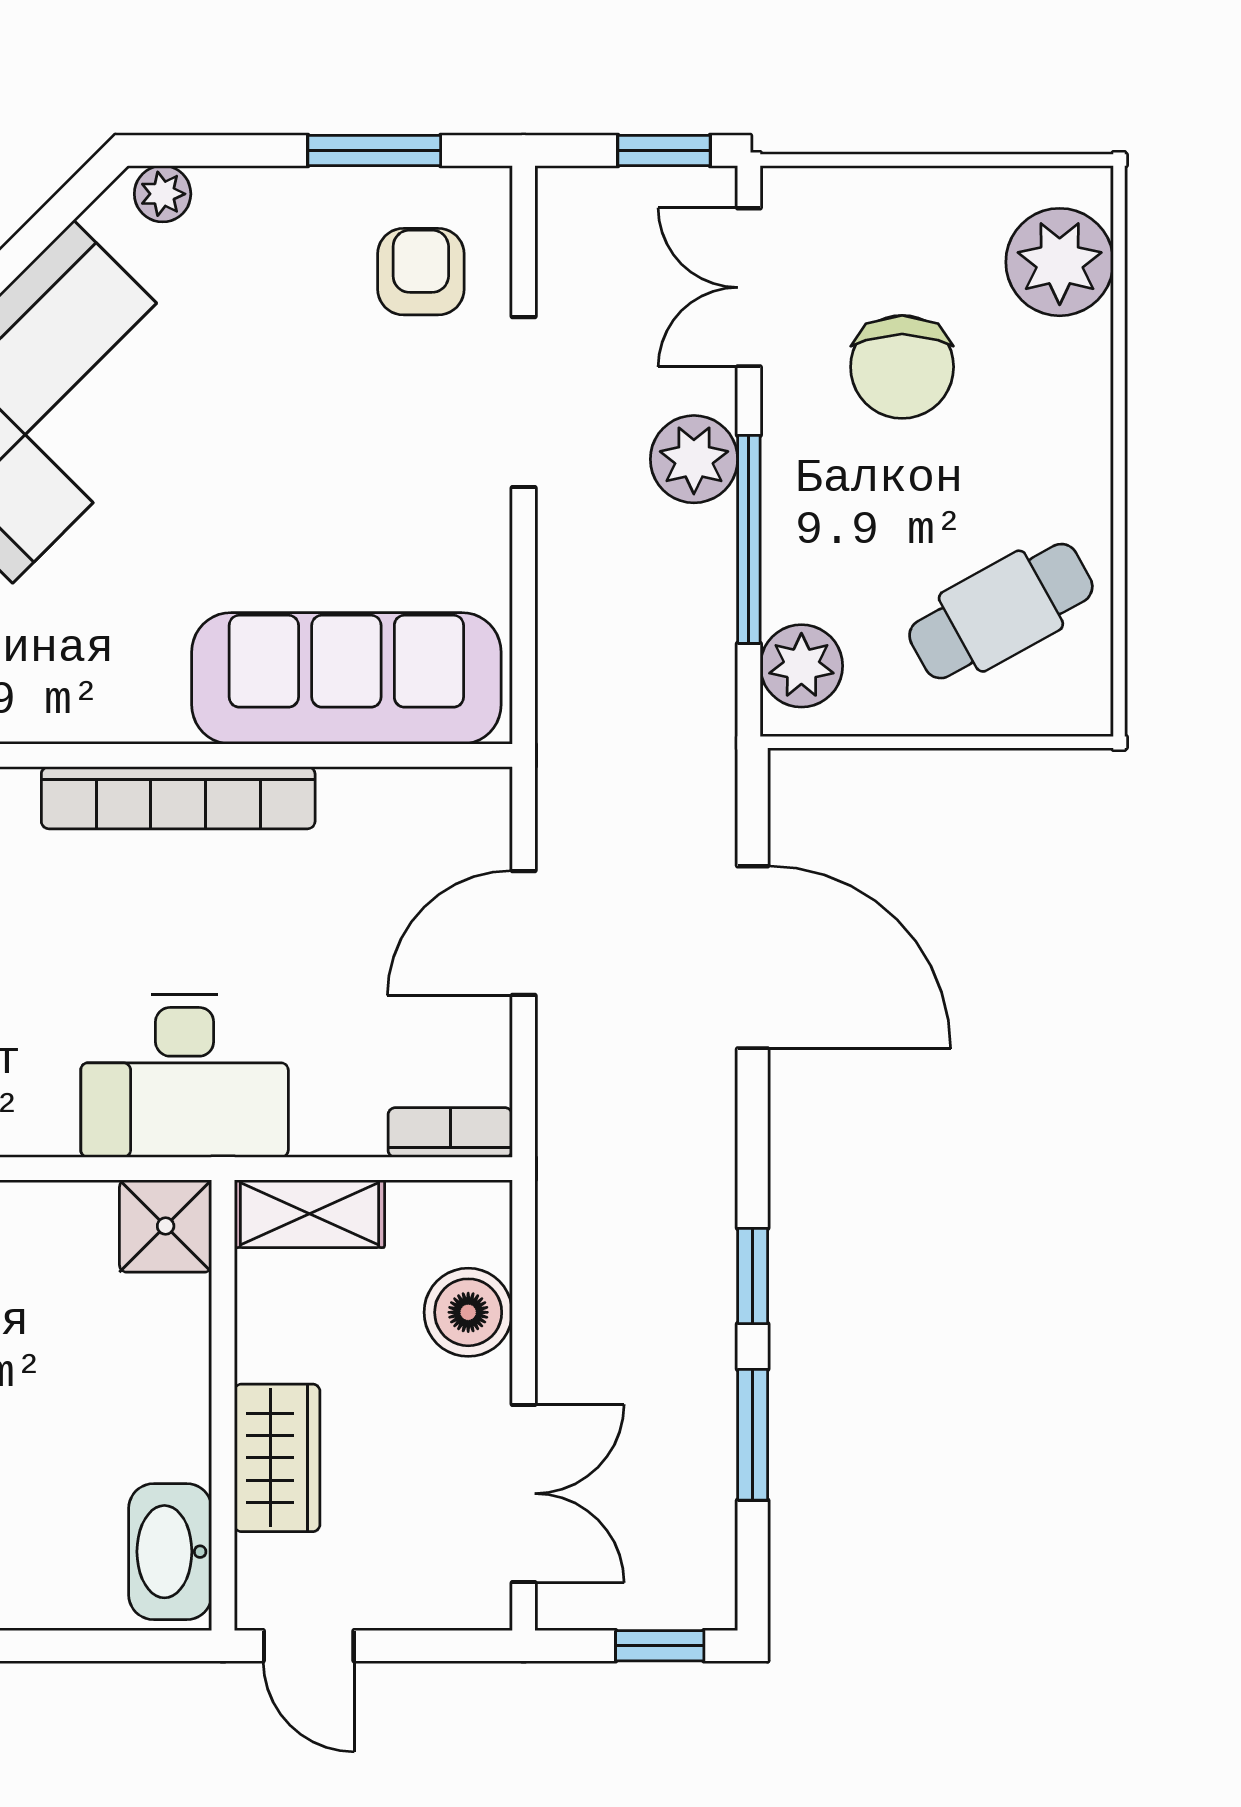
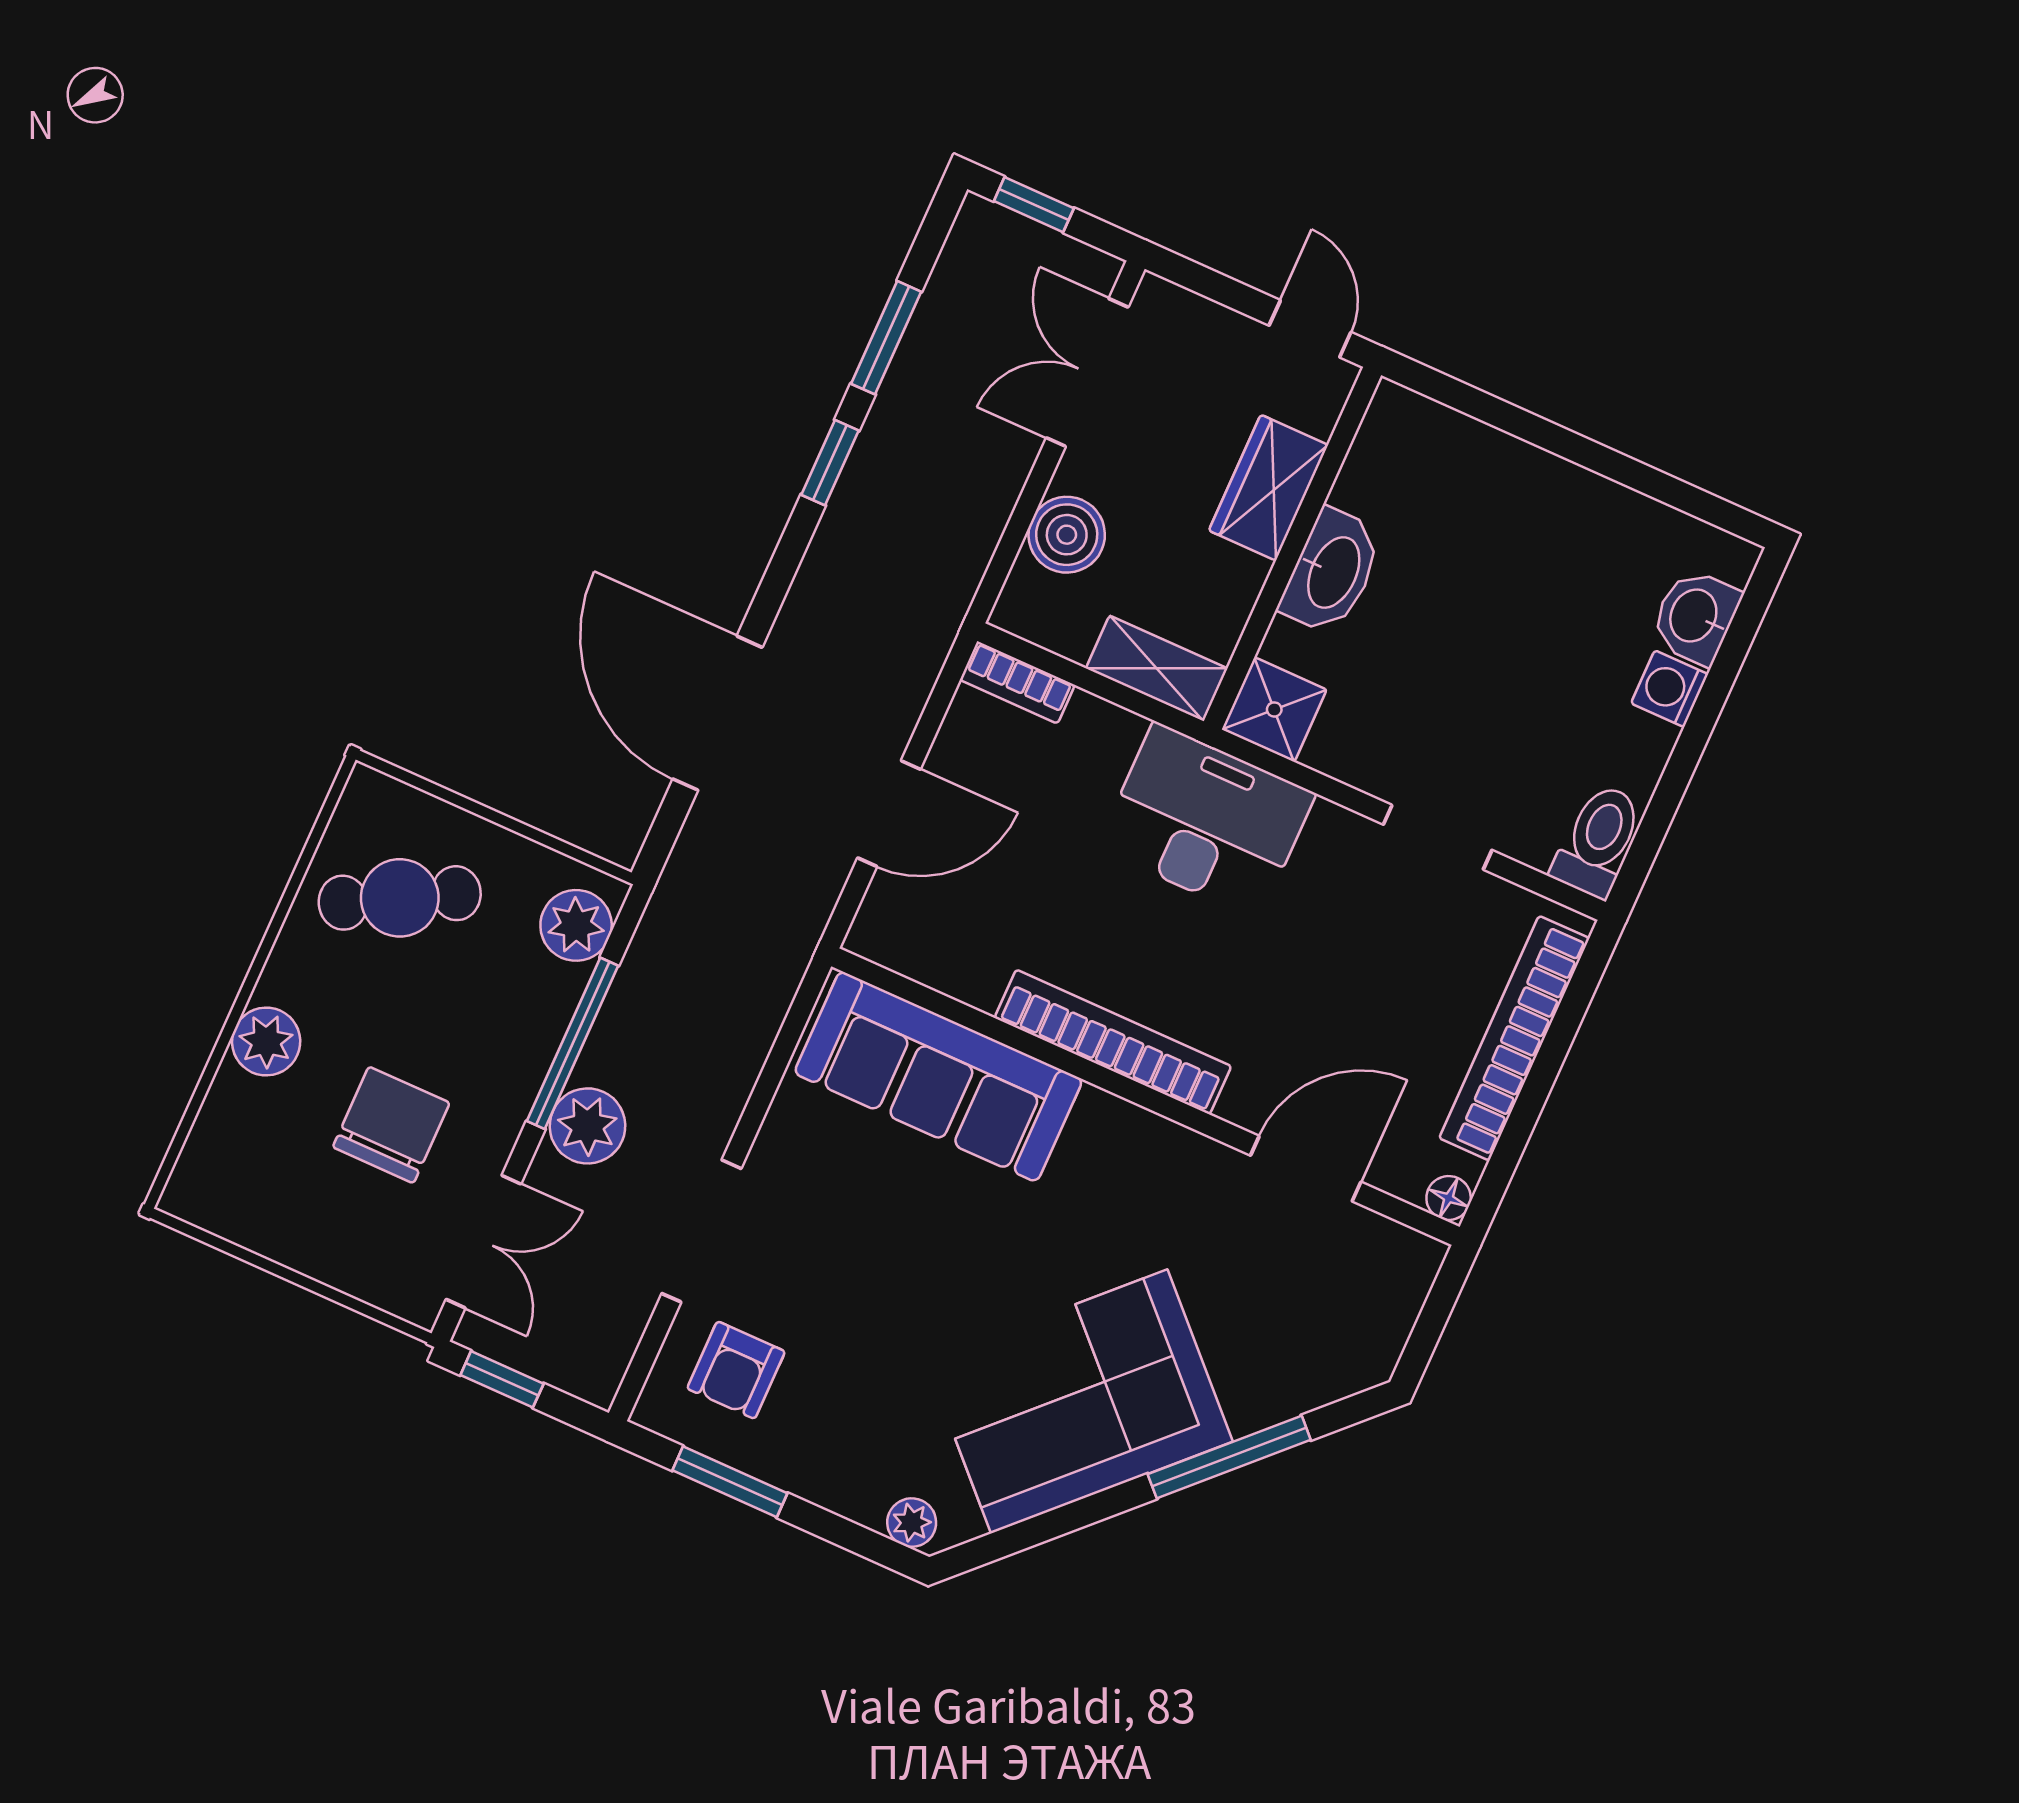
plant: (1060, 262) -> (266, 1042), moved, width x0.73, depth x0.73
washbasin: (170, 1552) -> (1332, 572), moved

